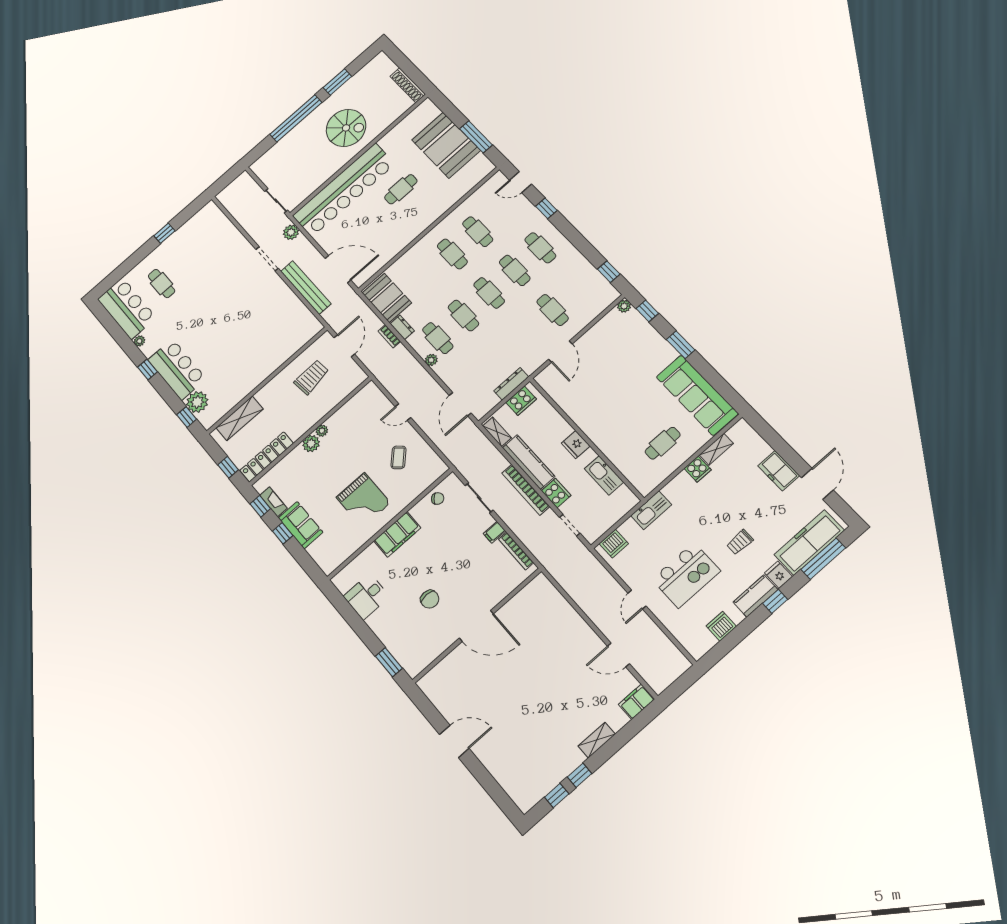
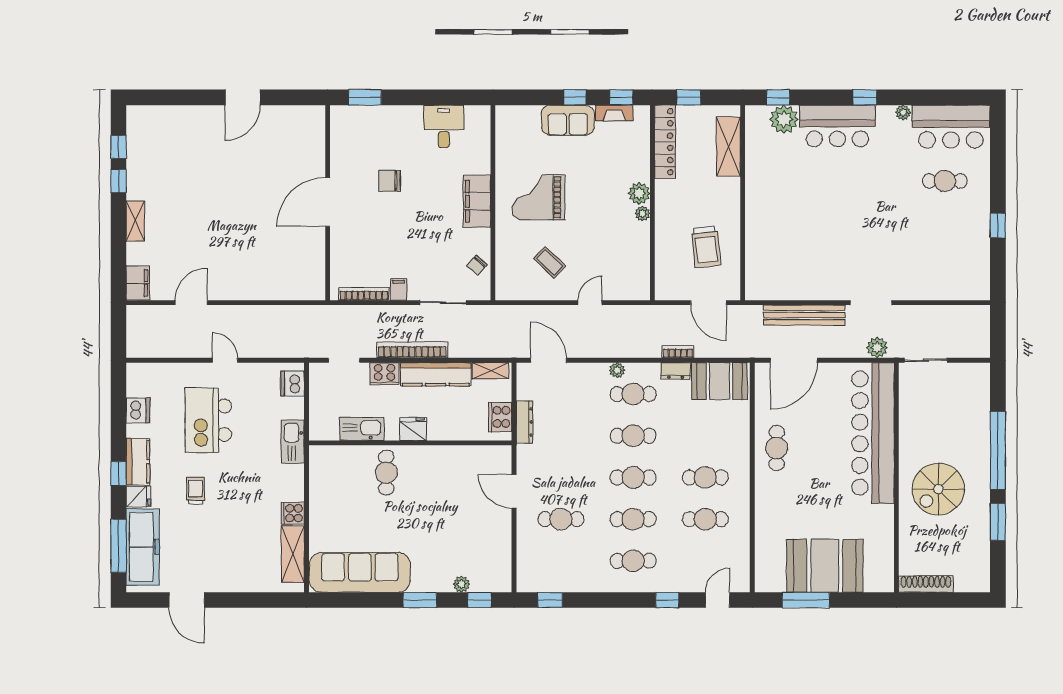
cafe table: (401, 189) -> (777, 448), moved
plant: (624, 306) -> (461, 584), moved
cafe table: (663, 443) -> (386, 473), moved
shelving: (716, 449) -> (293, 554), width x1.50, depth x1.33
freezer: (779, 471) -> (228, 579), removed

